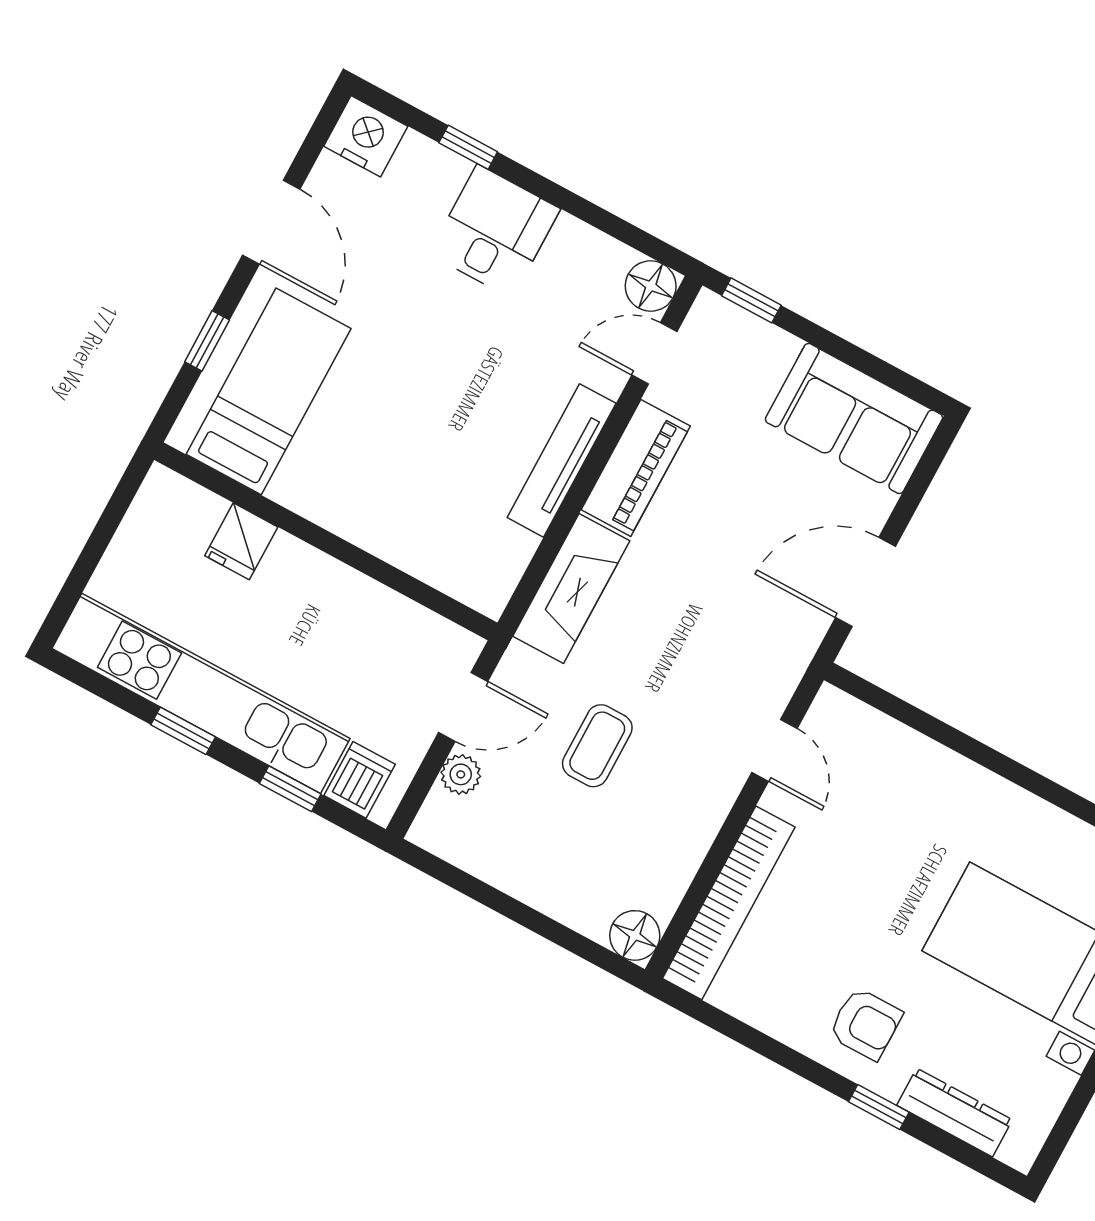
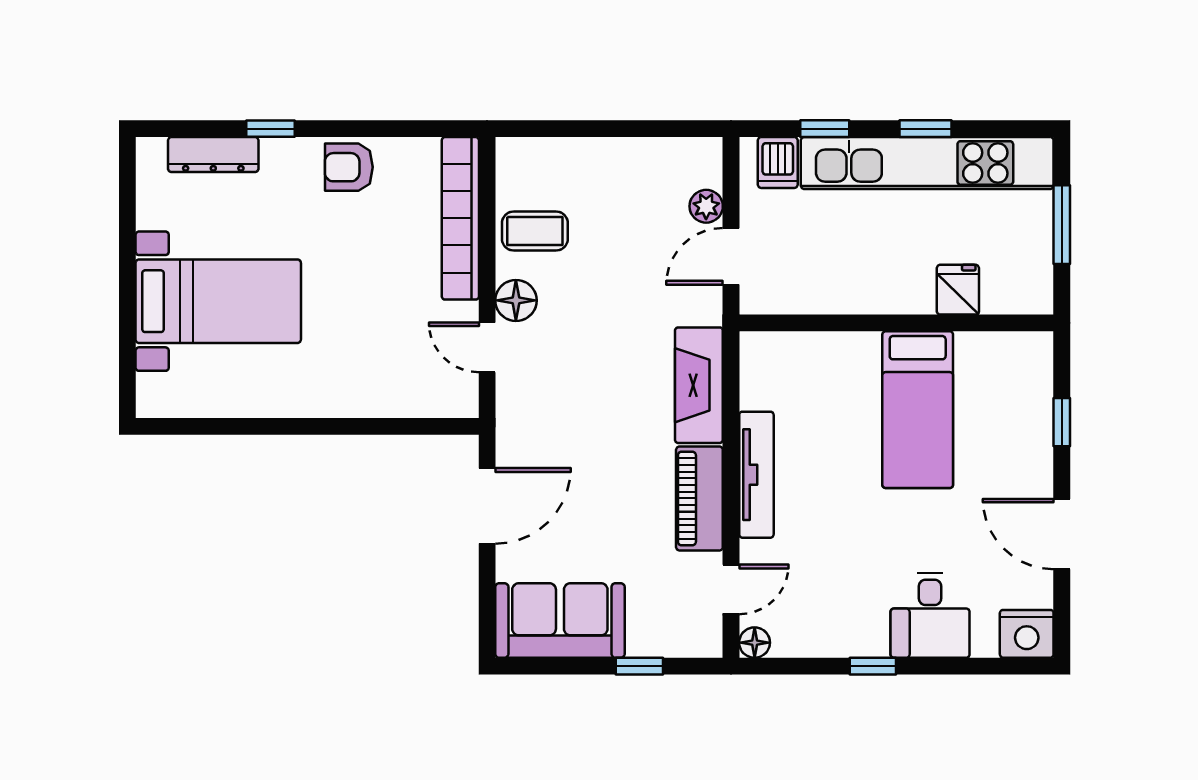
window: (468, 147) -> (873, 666), moved
desk: (495, 231) -> (930, 615), moved
floor lamp: (651, 286) -> (755, 643), width x0.73, depth x0.73
window: (751, 300) -> (639, 666), moved
bed: (269, 391) -> (918, 410), moved
window: (94, 551) -> (1062, 225), added
coffee table: (597, 746) -> (535, 231), moved, turned 90
floor lamp: (635, 935) -> (516, 300), moved
armchair: (865, 1024) -> (349, 167), moved

